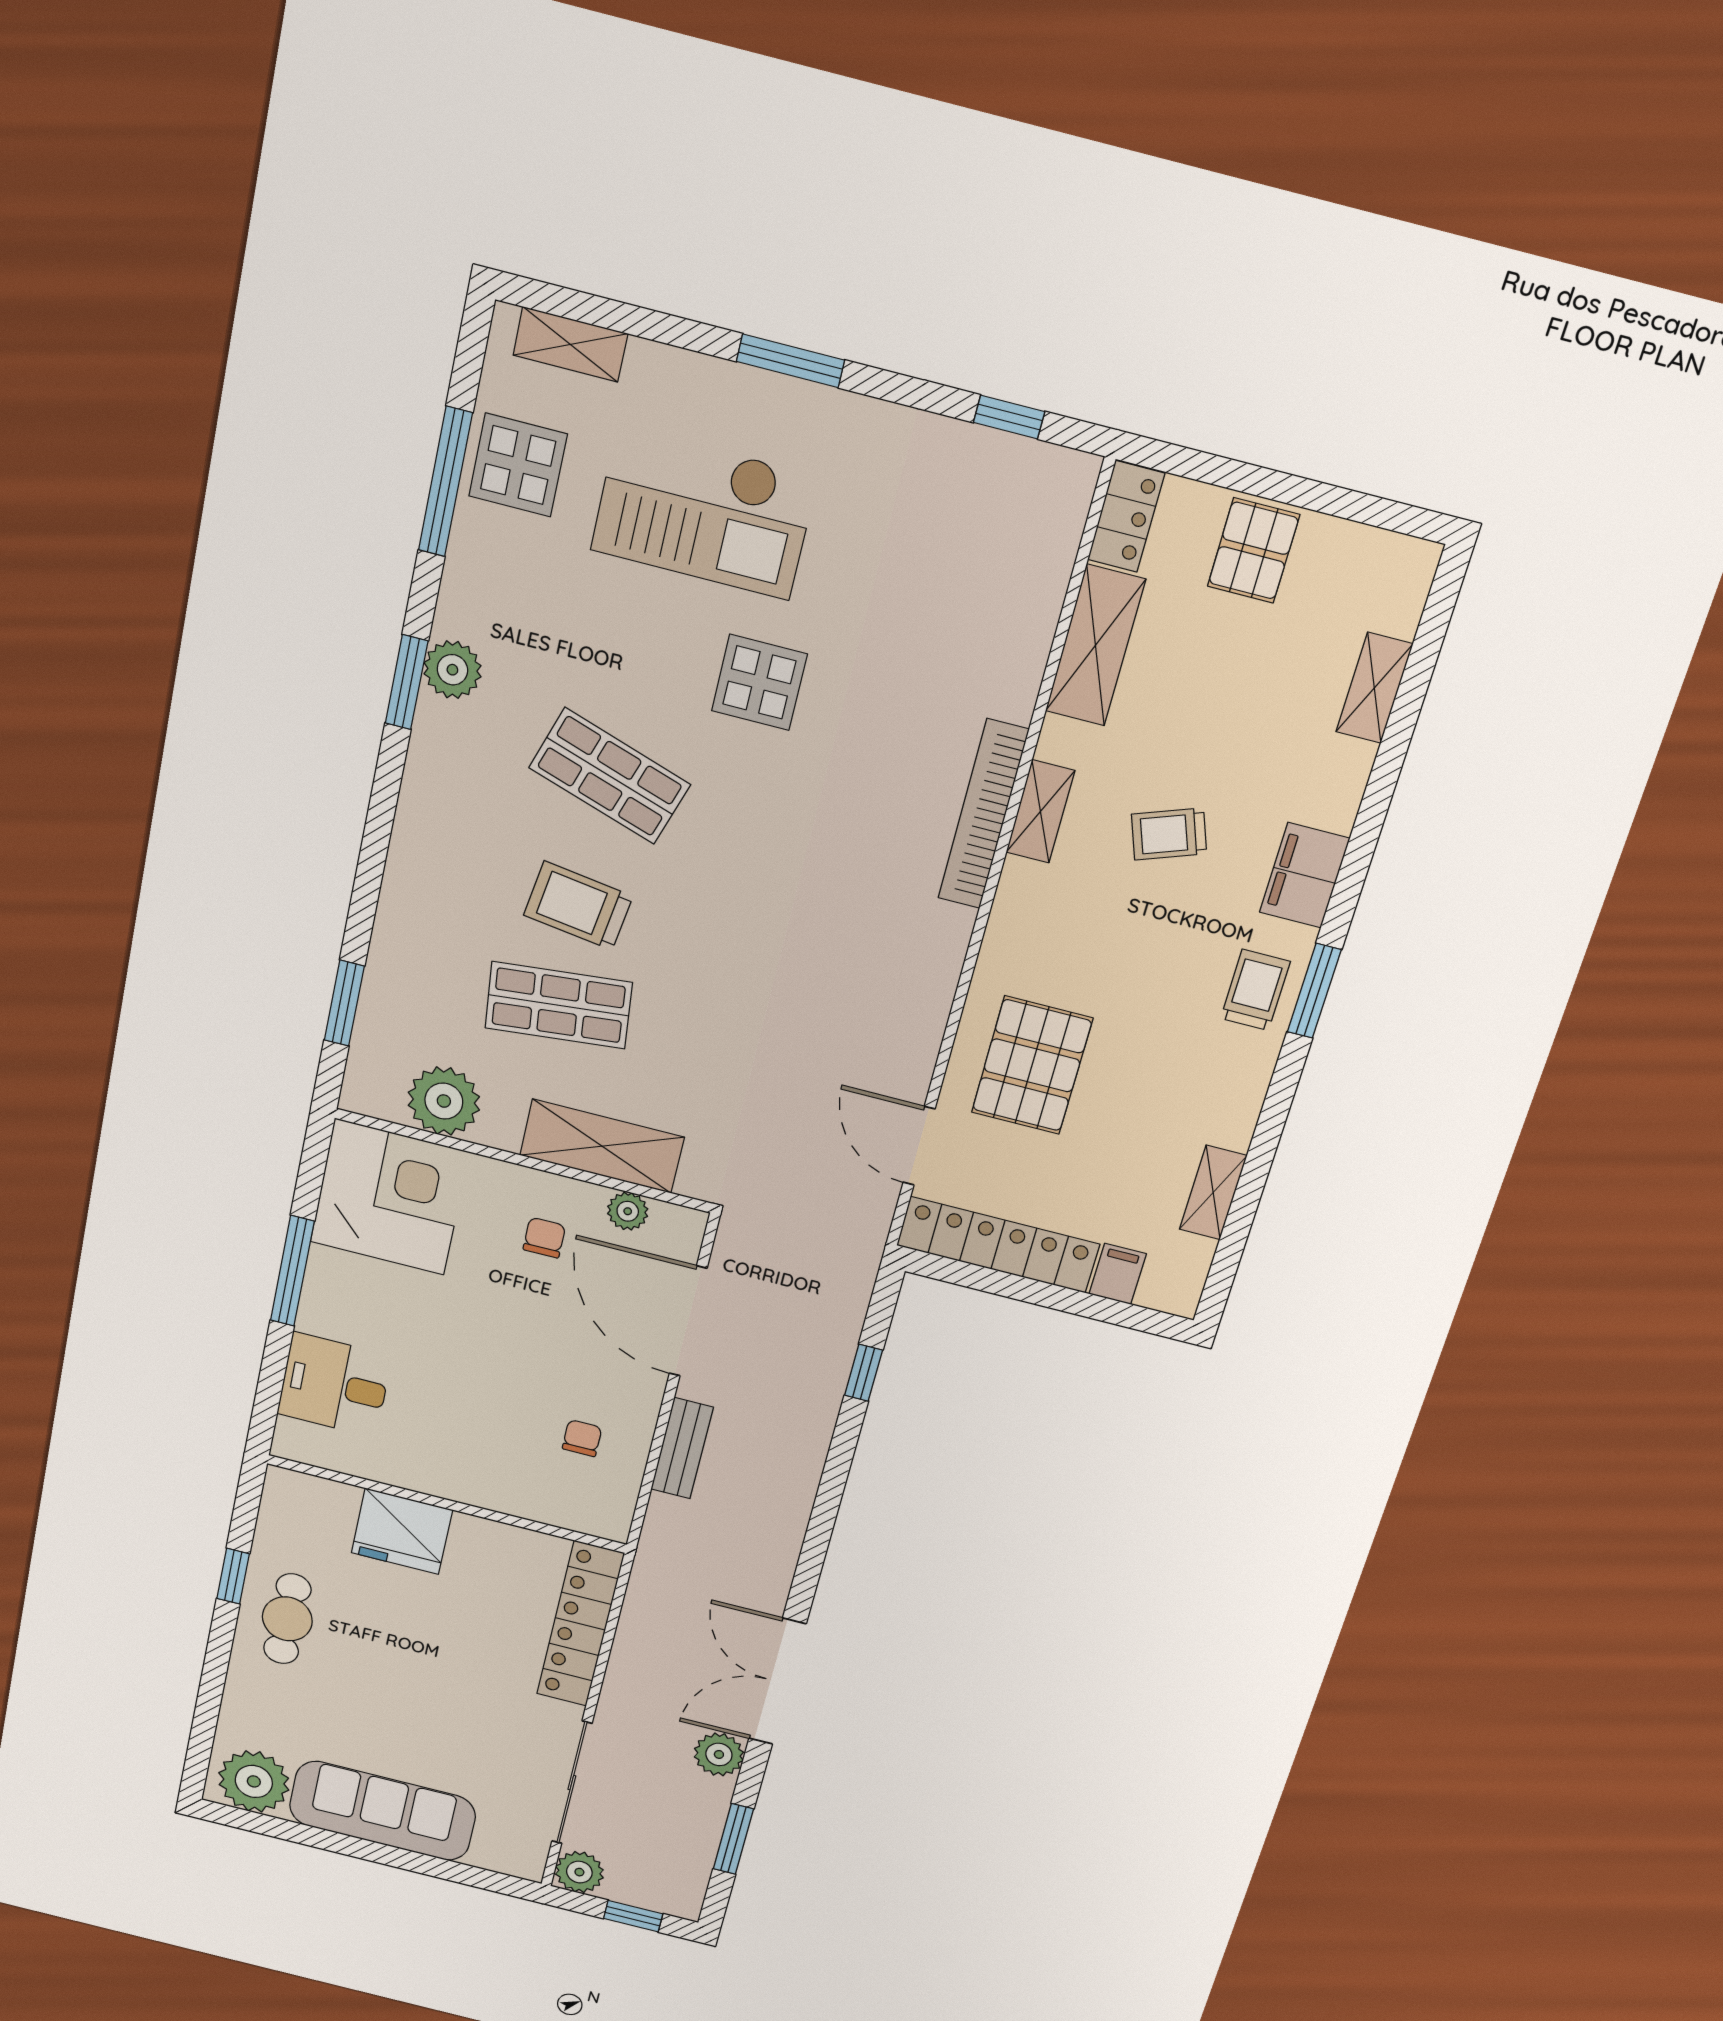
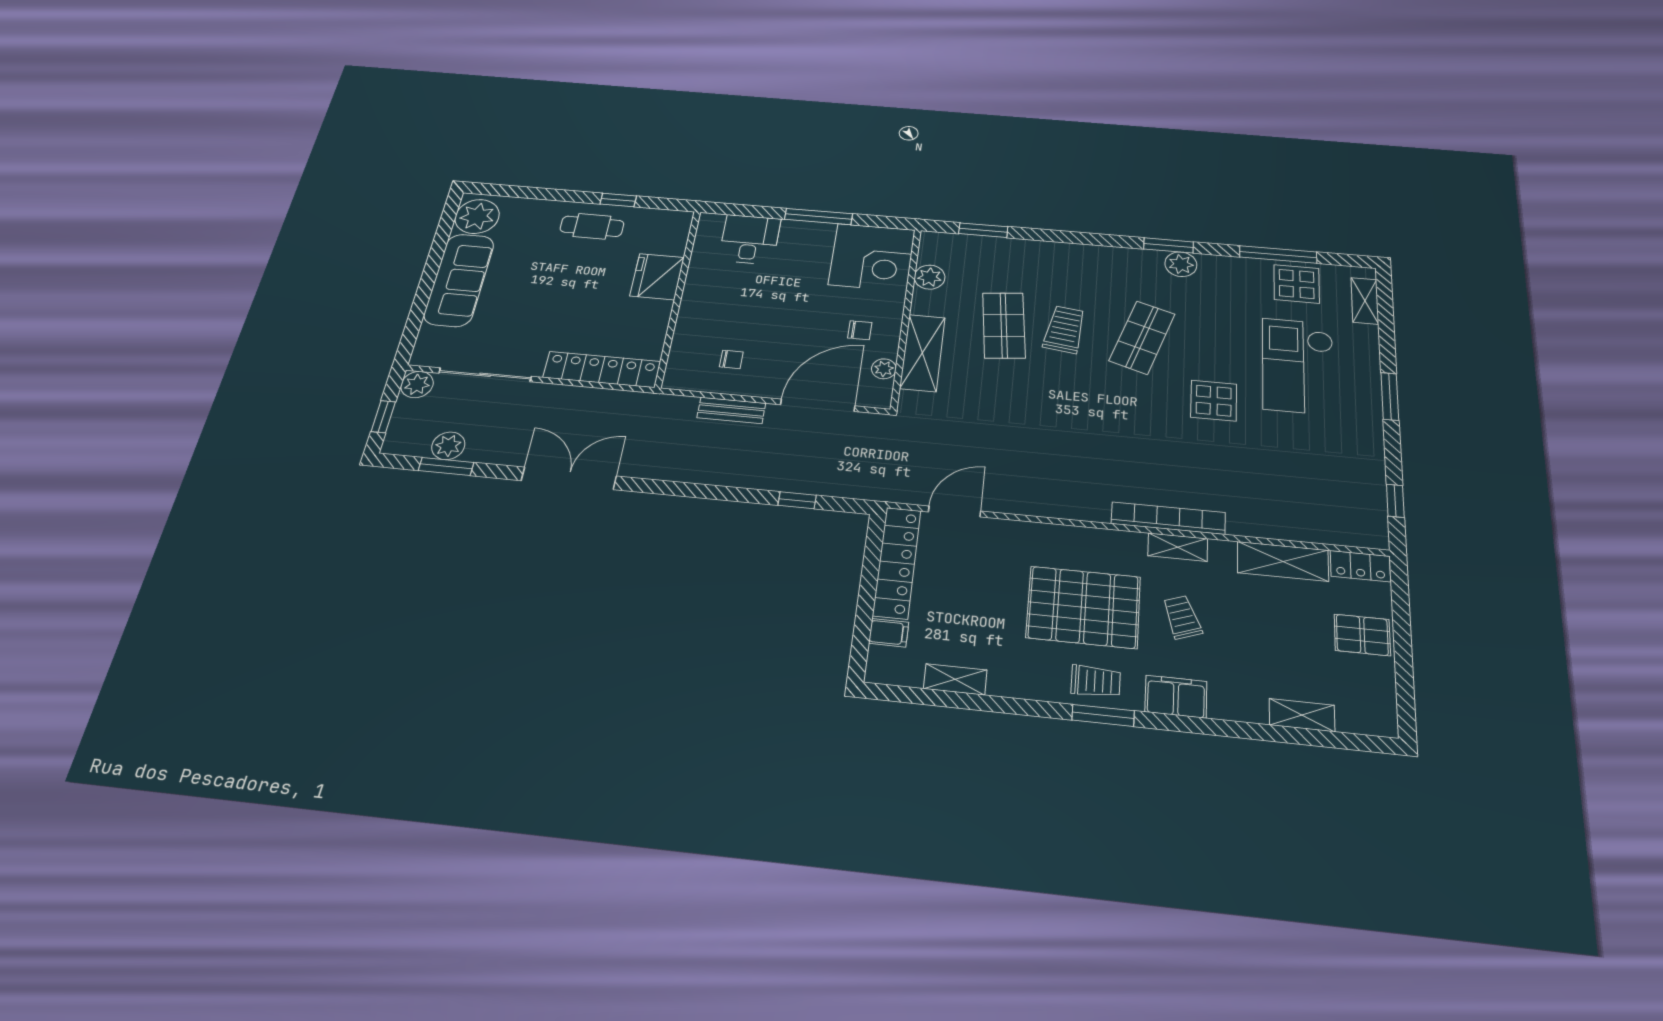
pallet: (1032, 1065) -> (1083, 607), moved, width x1.37, depth x1.41
plant: (444, 1101) -> (930, 277), width x0.73, depth x0.73
plant: (719, 1754) -> (448, 446), moved

